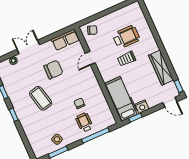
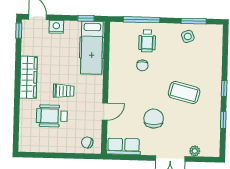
wardrobe: (161, 68) -> (28, 77), moved
chair: (53, 70) -> (154, 119), turned 90
coffee table: (41, 98) -> (184, 93), turned -63
nightstand: (142, 107) -> (56, 27), moved

